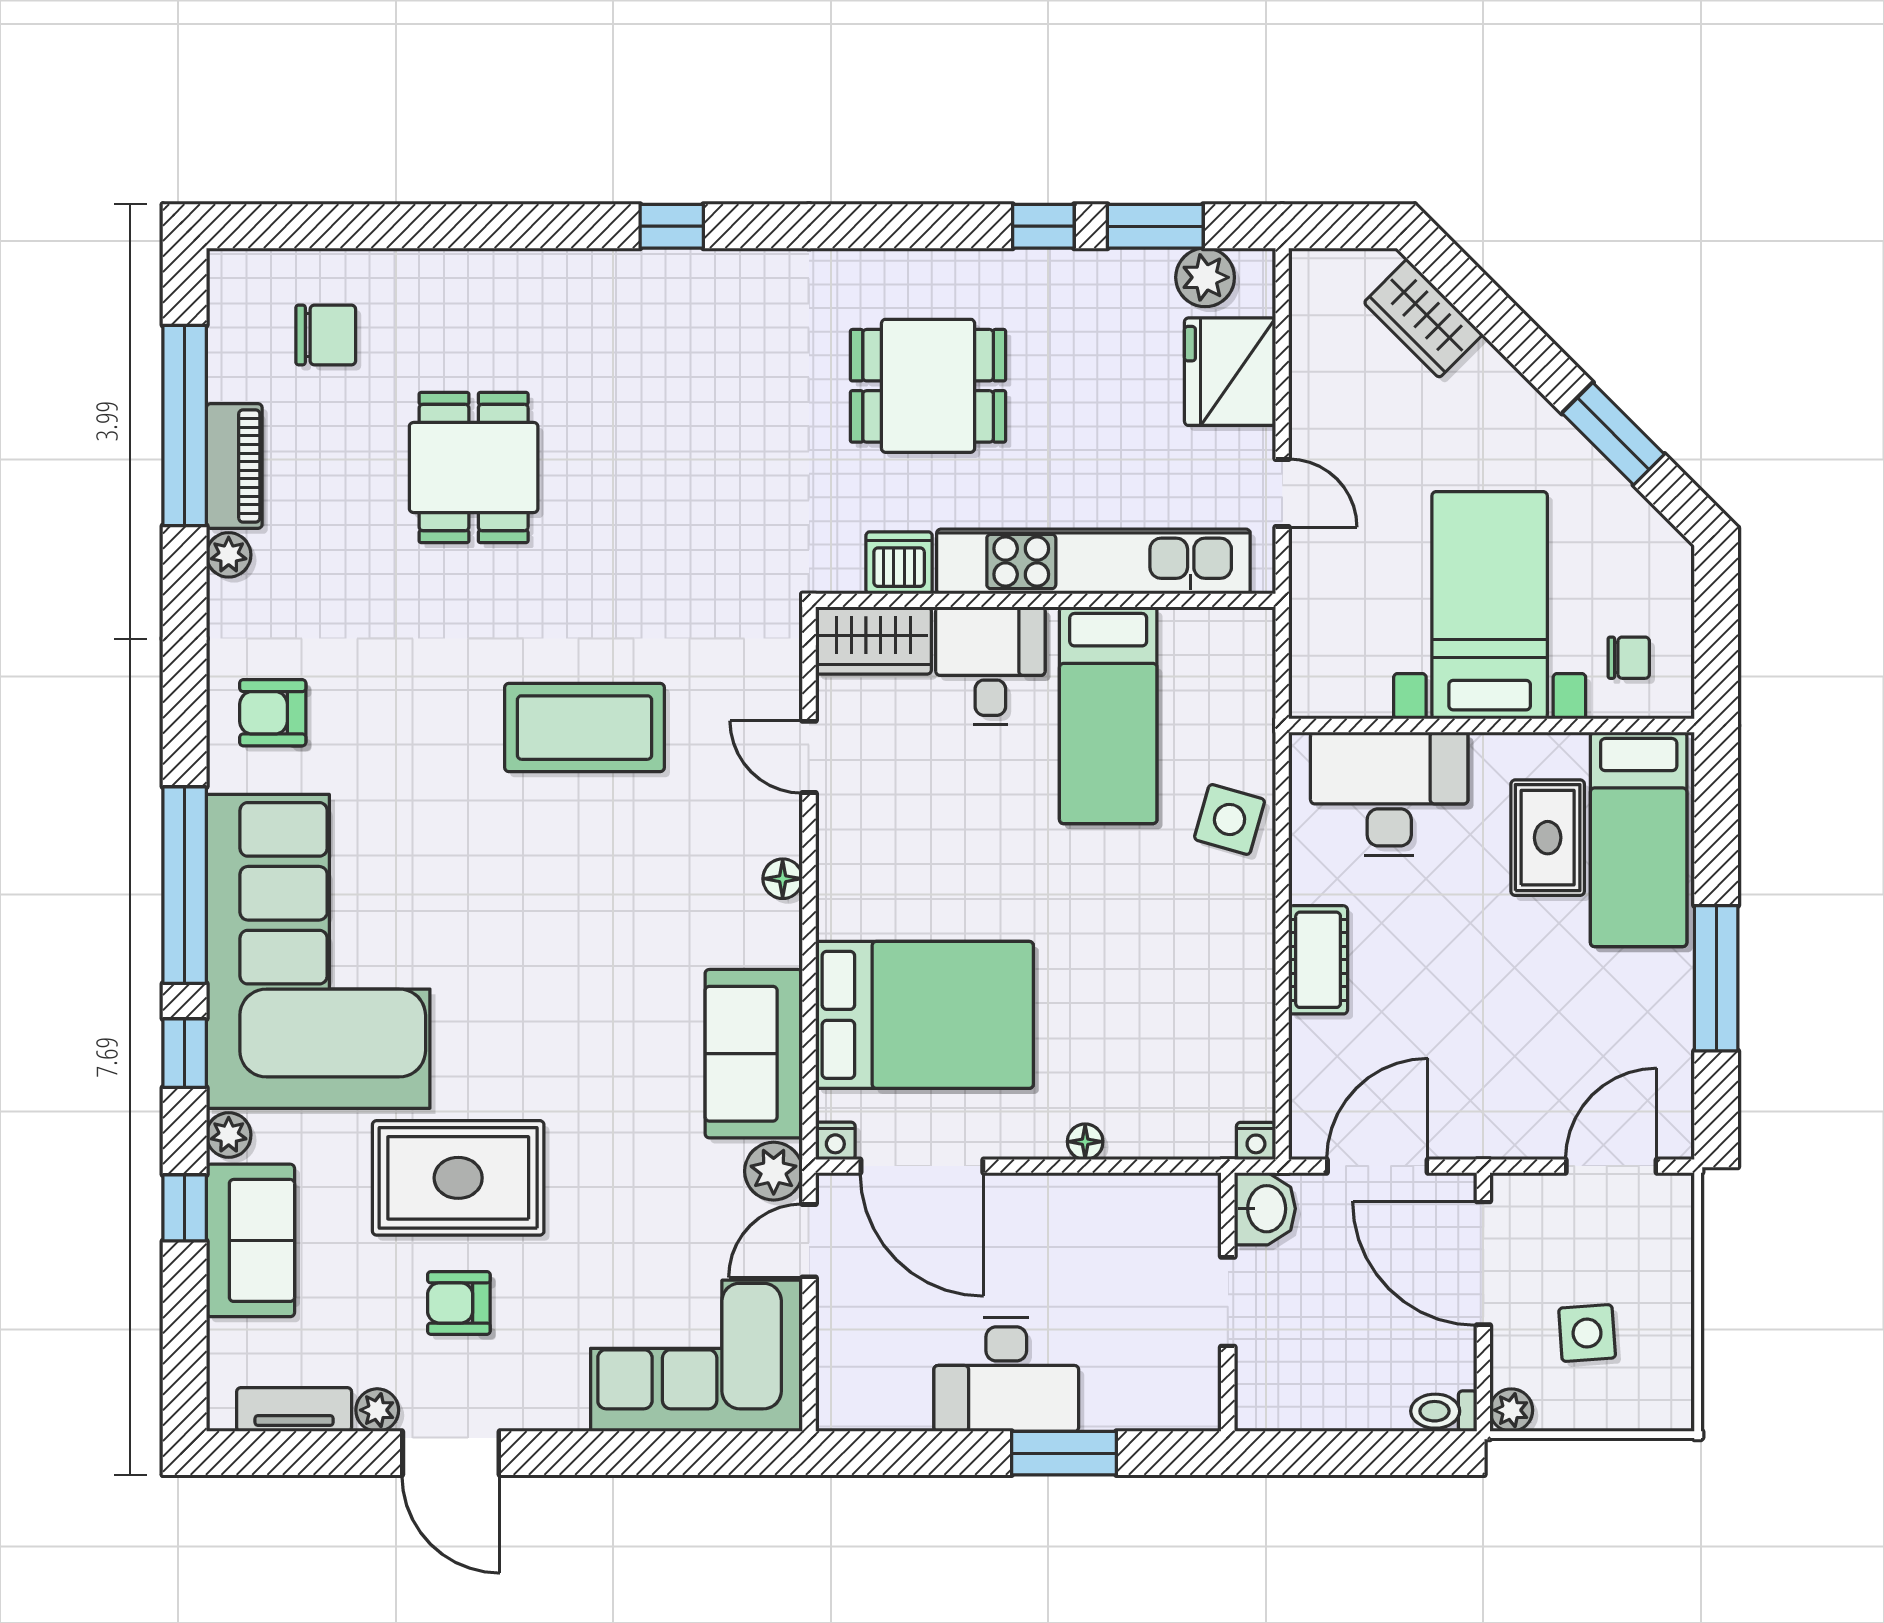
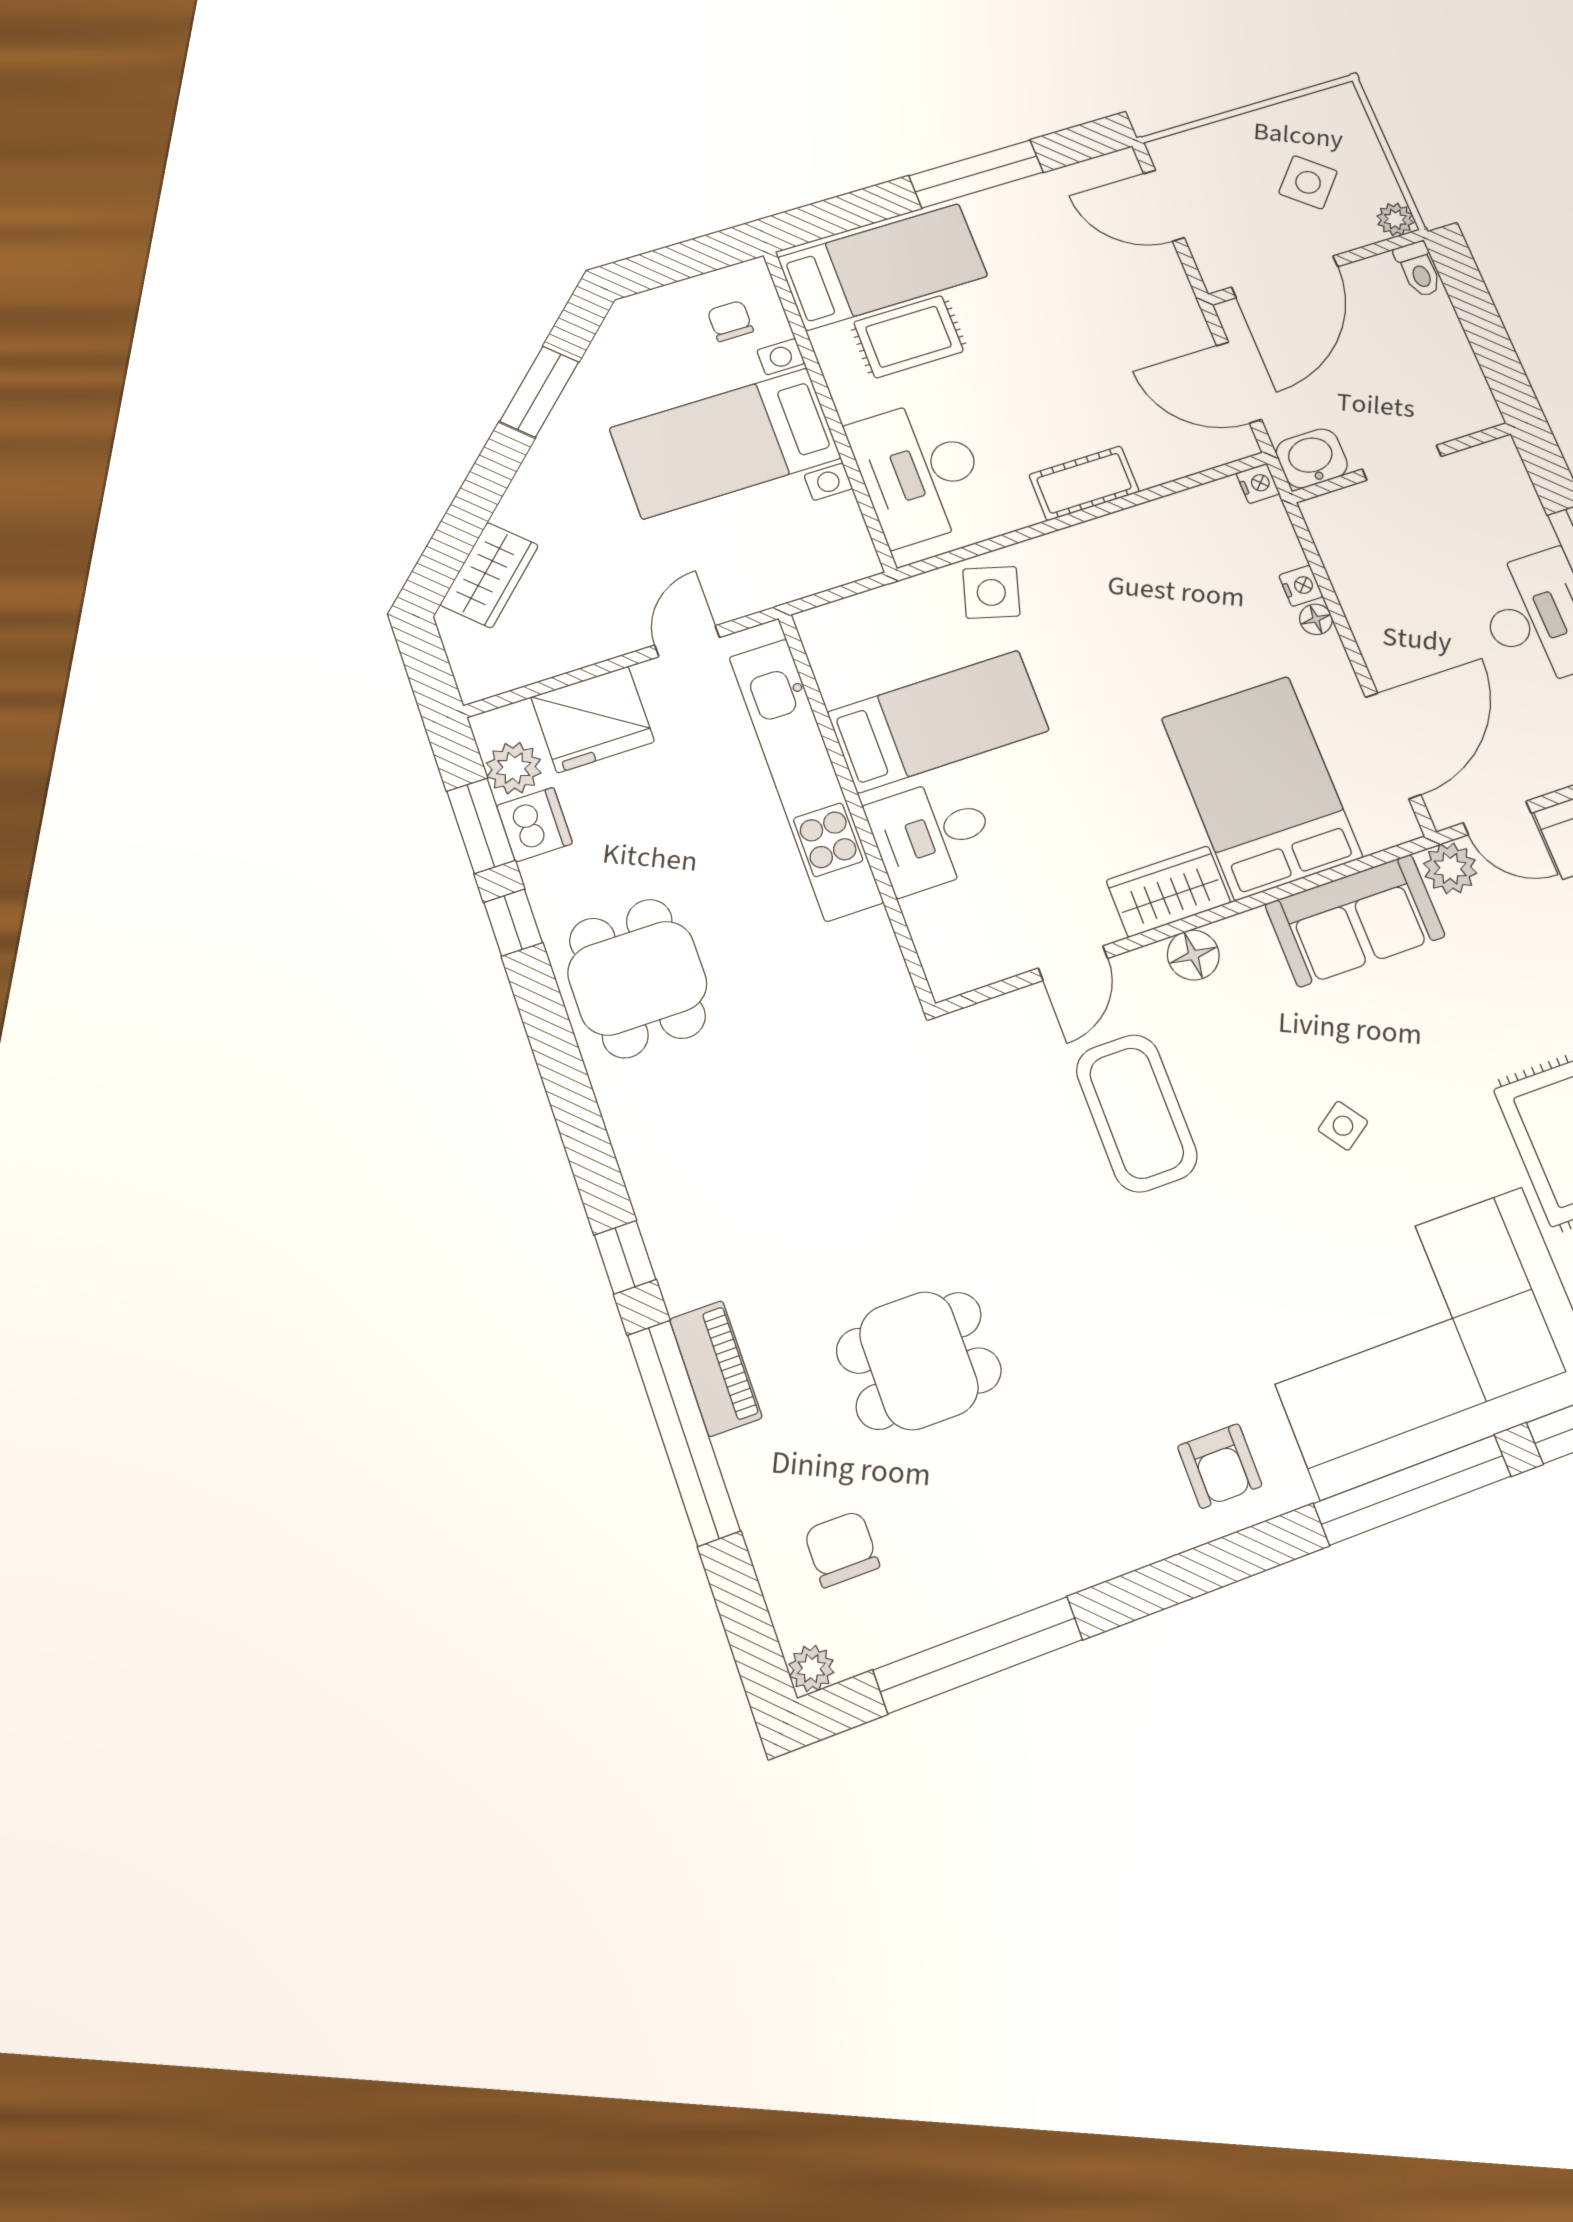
window: (486, 226) -> (684, 1432), added
dining table: (928, 386) -> (637, 978), moved
piano: (234, 466) -> (716, 1368), moved, turned 90
plant: (229, 555) -> (811, 1668), moved
dishwasher: (899, 563) -> (535, 825), moved, turned 180
wardrobe: (873, 641) -> (1168, 891), moved, turned -90
coffee table: (584, 728) -> (1137, 1113), moved
floor lamp: (783, 879) -> (1193, 955), width x1.37, depth x1.37
side table: (553, 959) -> (1343, 1126), added
nightstand: (835, 1141) -> (1301, 586), moved
side table: (1587, 1333) -> (1308, 182), turned 45

